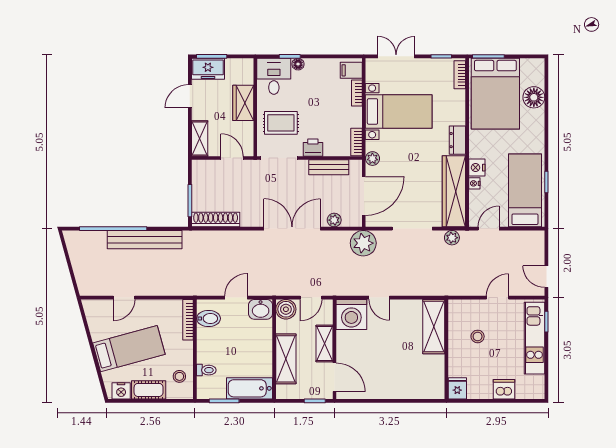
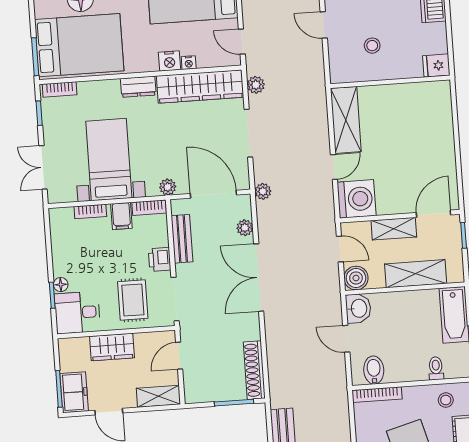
filing cabinet: (351, 70) -> (121, 216), moved
plant: (363, 243) -> (263, 191), width x0.53, depth x0.53
shelving: (434, 327) -> (346, 120), moved, turned 90

